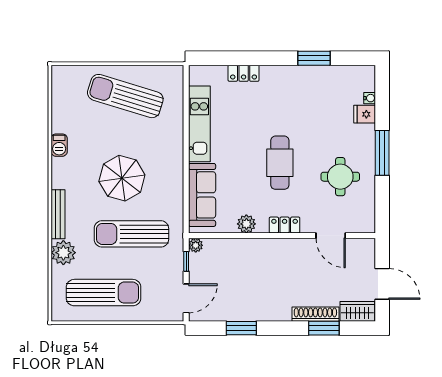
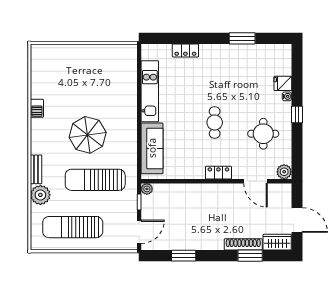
sun lounger: (125, 96) -> (90, 69), removed
water cooler: (370, 98) -> (287, 96), moved
window: (382, 153) -> (297, 115), width x0.46
cafe table: (280, 163) -> (215, 122), width x0.73, depth x0.74
bench: (58, 214) -> (36, 169), width x0.73
plant: (246, 224) -> (284, 172), moved
sun lounger: (104, 293) -> (73, 227), turned 180

